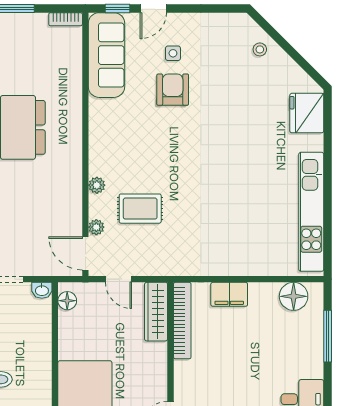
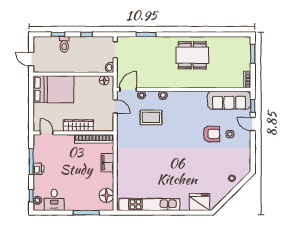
rug: (140, 209) -> (151, 117), turned 90
door: (119, 279) -> (115, 106), swing flipped
wardrobe: (156, 312) -> (78, 125), moved

